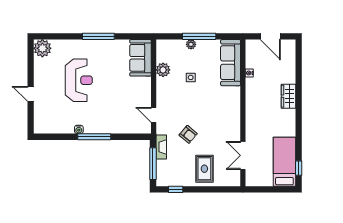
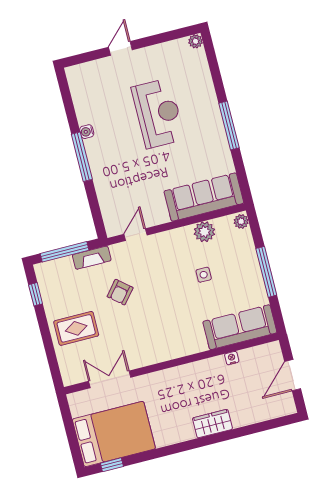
plant: (191, 44) -> (241, 221), moved
plant: (42, 48) -> (196, 41), width x0.53, depth x0.53
sofa: (140, 58) -> (204, 197), width x1.36
reception desk: (79, 80) -> (158, 113), turned -90
bed: (284, 162) -> (114, 434), width x1.50

